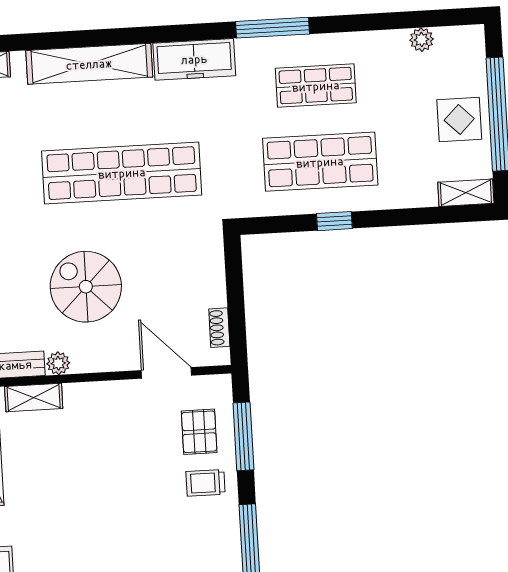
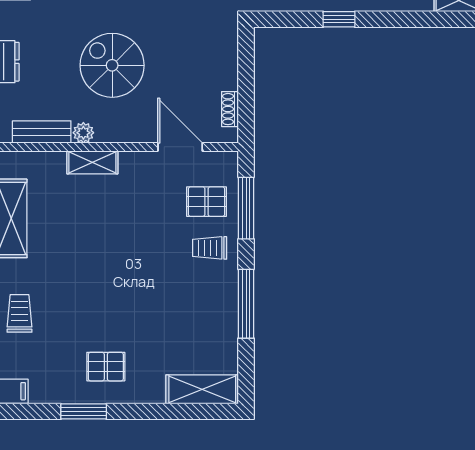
shelving: (34, 398) -> (92, 162), moved
pallet: (199, 432) -> (207, 202), turned 90

